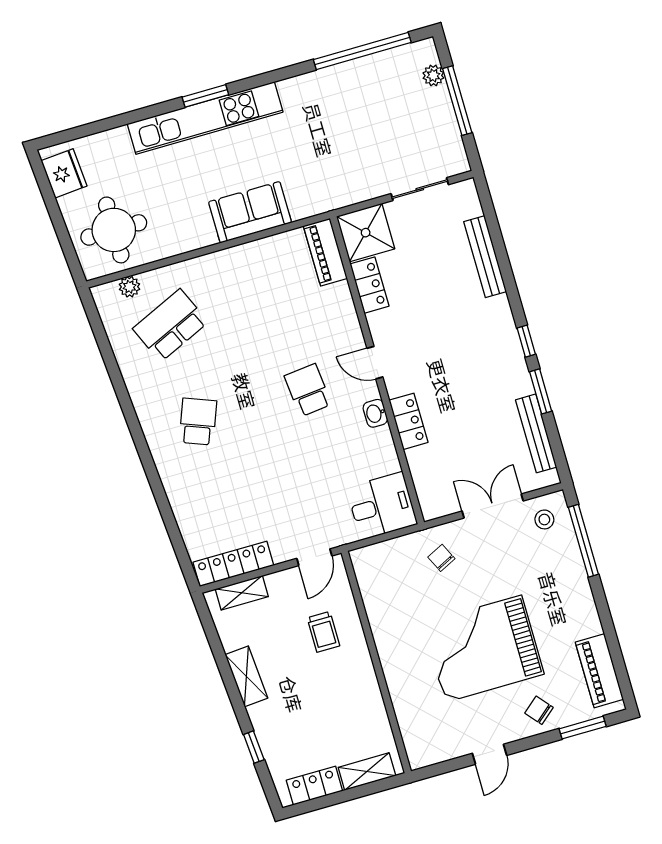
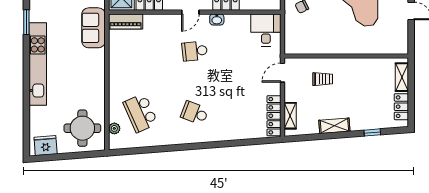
window: (205, 96) -> (26, 22), moved
sofa: (250, 212) -> (93, 28), moved
door: (314, 557) -> (283, 73), swing flipped

